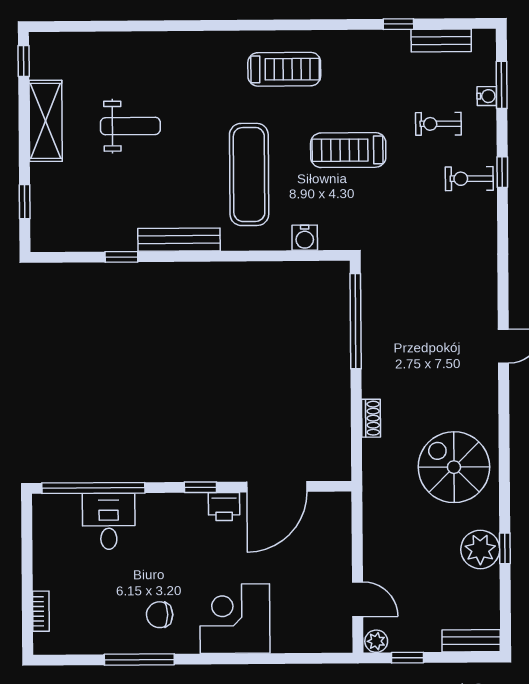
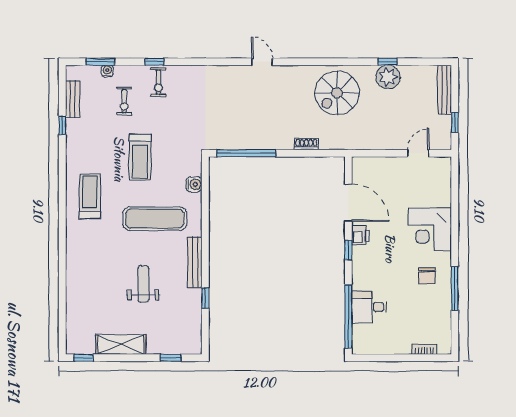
weight bench: (130, 126) -> (143, 284), moved
plant: (376, 641) -> (444, 142), removed
bench: (471, 641) -> (445, 90), width x1.36

